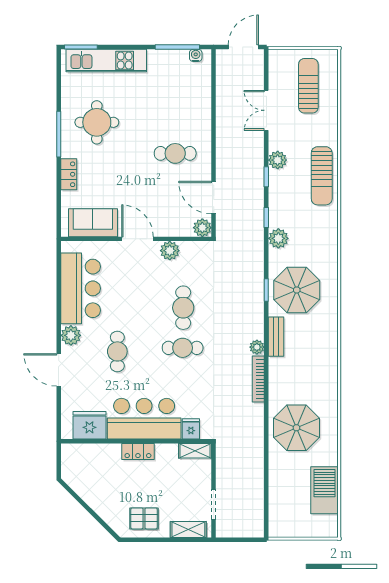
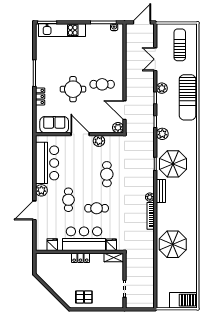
round table: (97, 122) -> (73, 89), moved
sun lounger: (322, 176) -> (188, 97), width x1.36, depth x1.34
cafe table: (183, 348) -> (97, 208), moved
door: (59, 370) -> (34, 210), hinge flipped
fridge: (89, 425) -> (52, 245), width x0.53, depth x0.75
barbecue: (324, 490) -> (183, 300), moved, turned 90
shelving: (188, 530) -> (110, 303), removed

